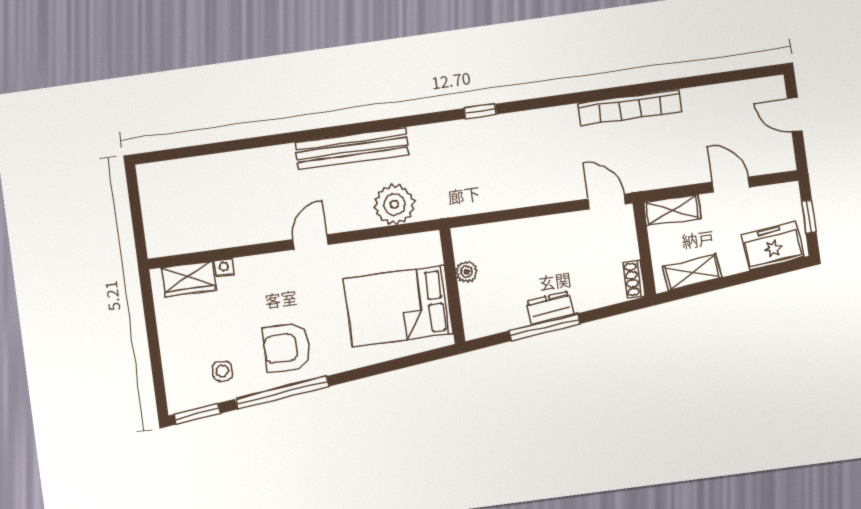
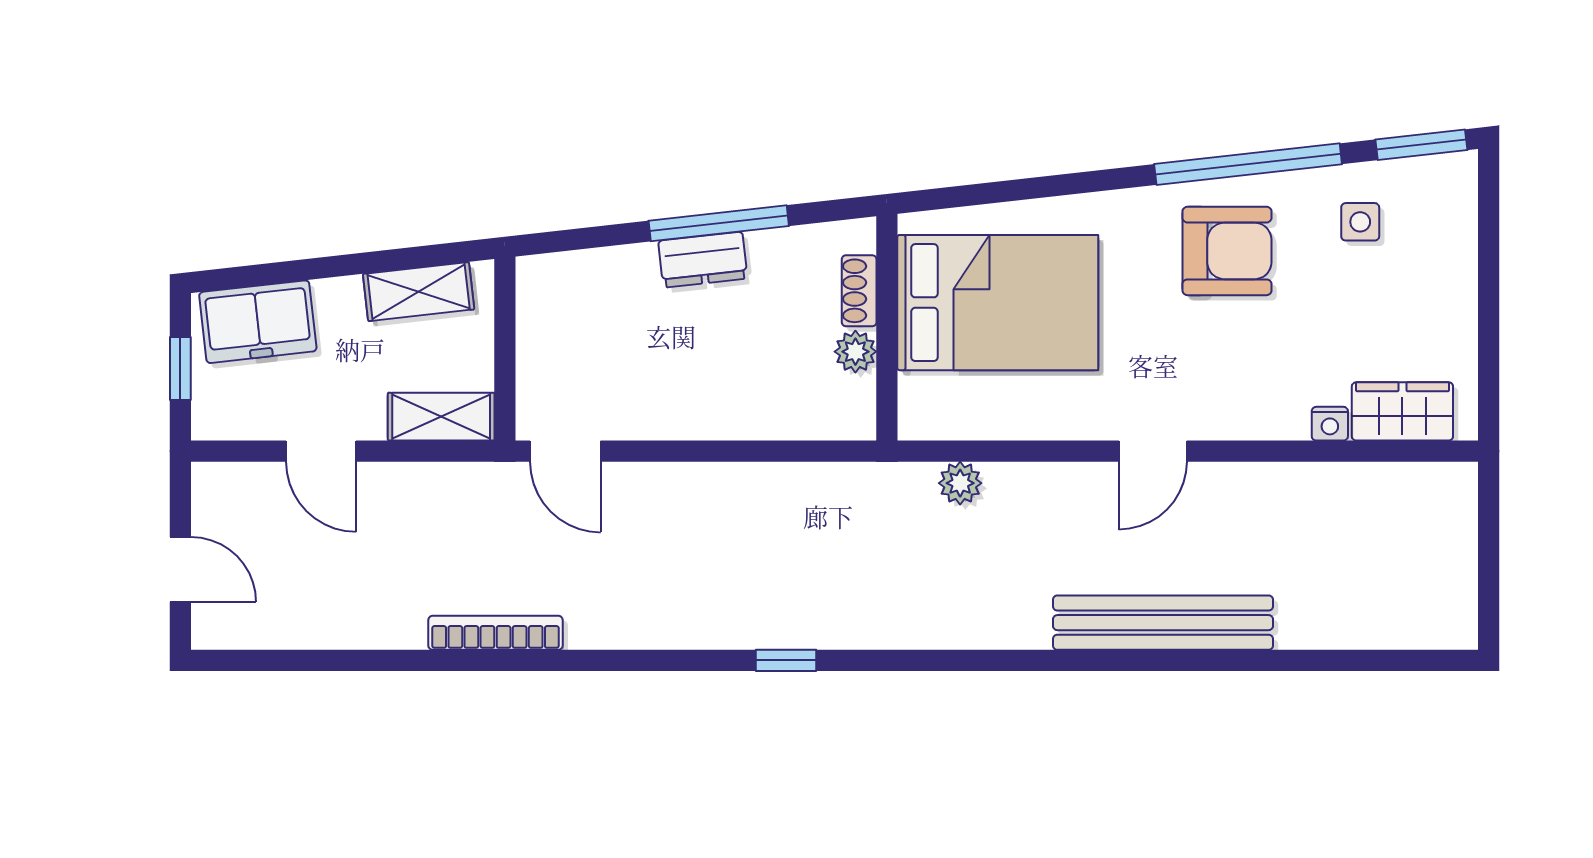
bookcase: (630, 107) -> (495, 633), width x0.68, depth x0.76
bench: (352, 149) -> (1163, 623), moved
plant: (394, 205) -> (960, 483), width x0.53, depth x0.53
shoe rack: (634, 279) -> (859, 291), moved, turned 180

